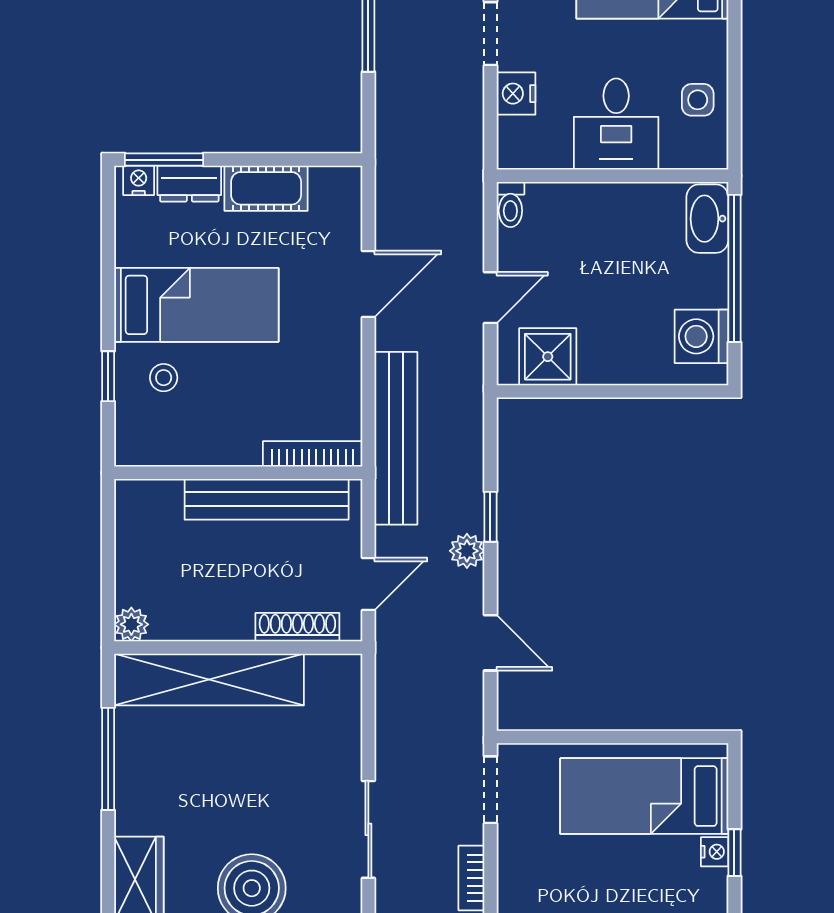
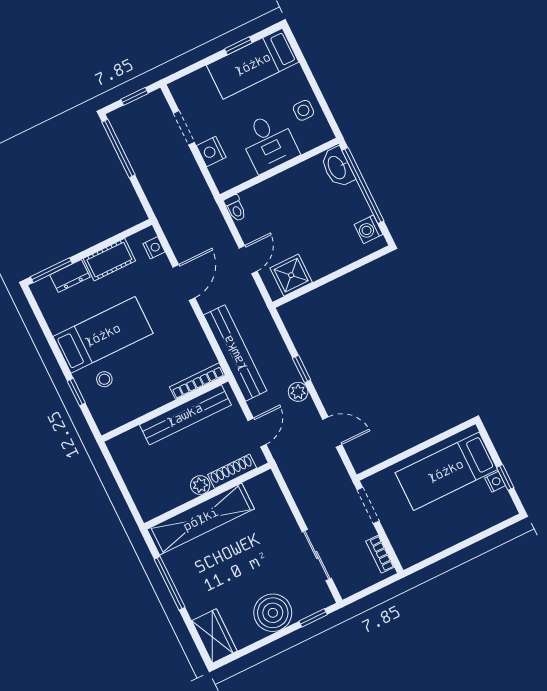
nightstand: (139, 180) -> (154, 248), moved, turned 90
washing machine: (701, 336) -> (368, 229), width x0.73, depth x0.73
plant: (131, 624) -> (200, 485), moved

